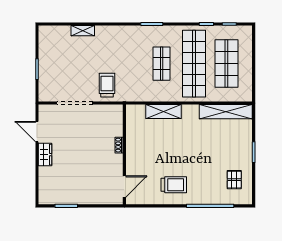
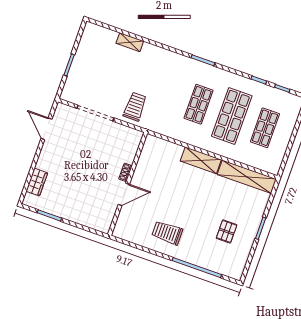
shop shelf: (194, 64) -> (232, 116), width x0.71
shop shelf: (226, 64) -> (265, 128), width x0.70, depth x0.74
shelving: (163, 112) -> (201, 160), moved
wardrobe: (45, 155) -> (37, 182), moved
pallet: (234, 180) -> (227, 231), moved
trolley: (174, 185) -> (167, 233), turned 180
door: (124, 186) -> (124, 194), moved

